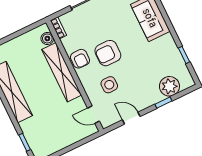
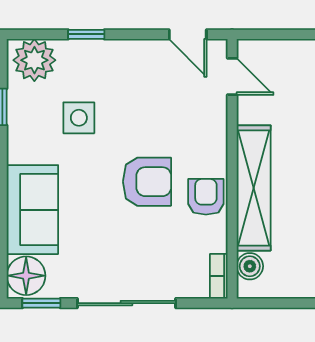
side table: (109, 85) -> (79, 118), moved
plant: (169, 86) -> (34, 60), moved
door: (131, 118) -> (188, 34), moved

